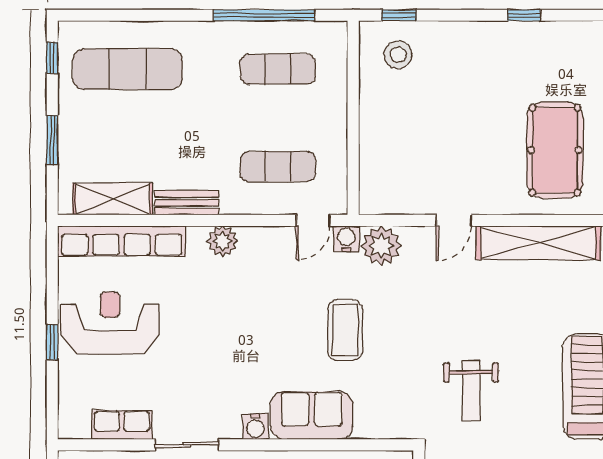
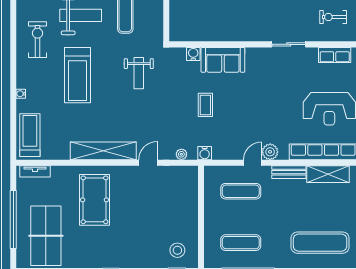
door: (313, 220) -> (253, 163), moved
plant: (381, 246) -> (181, 154), width x0.53, depth x0.53
coffee table: (345, 330) -> (205, 105), width x0.73, depth x0.77
weight bench: (471, 390) -> (139, 73), turned 180
row of seats: (122, 425) -> (335, 55), moved
water cooler: (255, 427) -> (193, 54), moved

